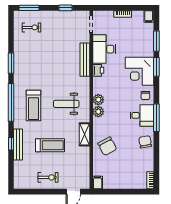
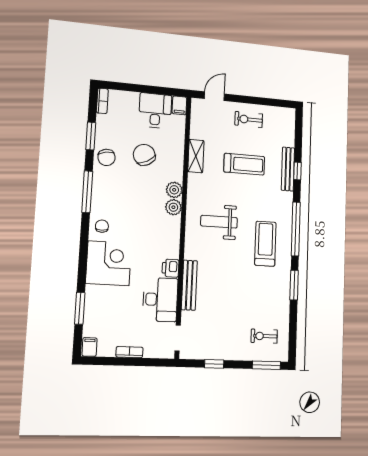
window: (156, 67) -> (91, 136), moved
plant: (98, 100) -> (174, 190), moved
weight bench: (66, 104) -> (219, 222), turned 180
treadmill: (34, 106) -> (265, 244), moved
desk: (142, 115) -> (155, 111), moved, turned 90
shelving: (84, 134) -> (196, 156), moved
treadmill: (50, 145) -> (244, 164), turned 180
chair: (107, 146) -> (144, 155), moved

